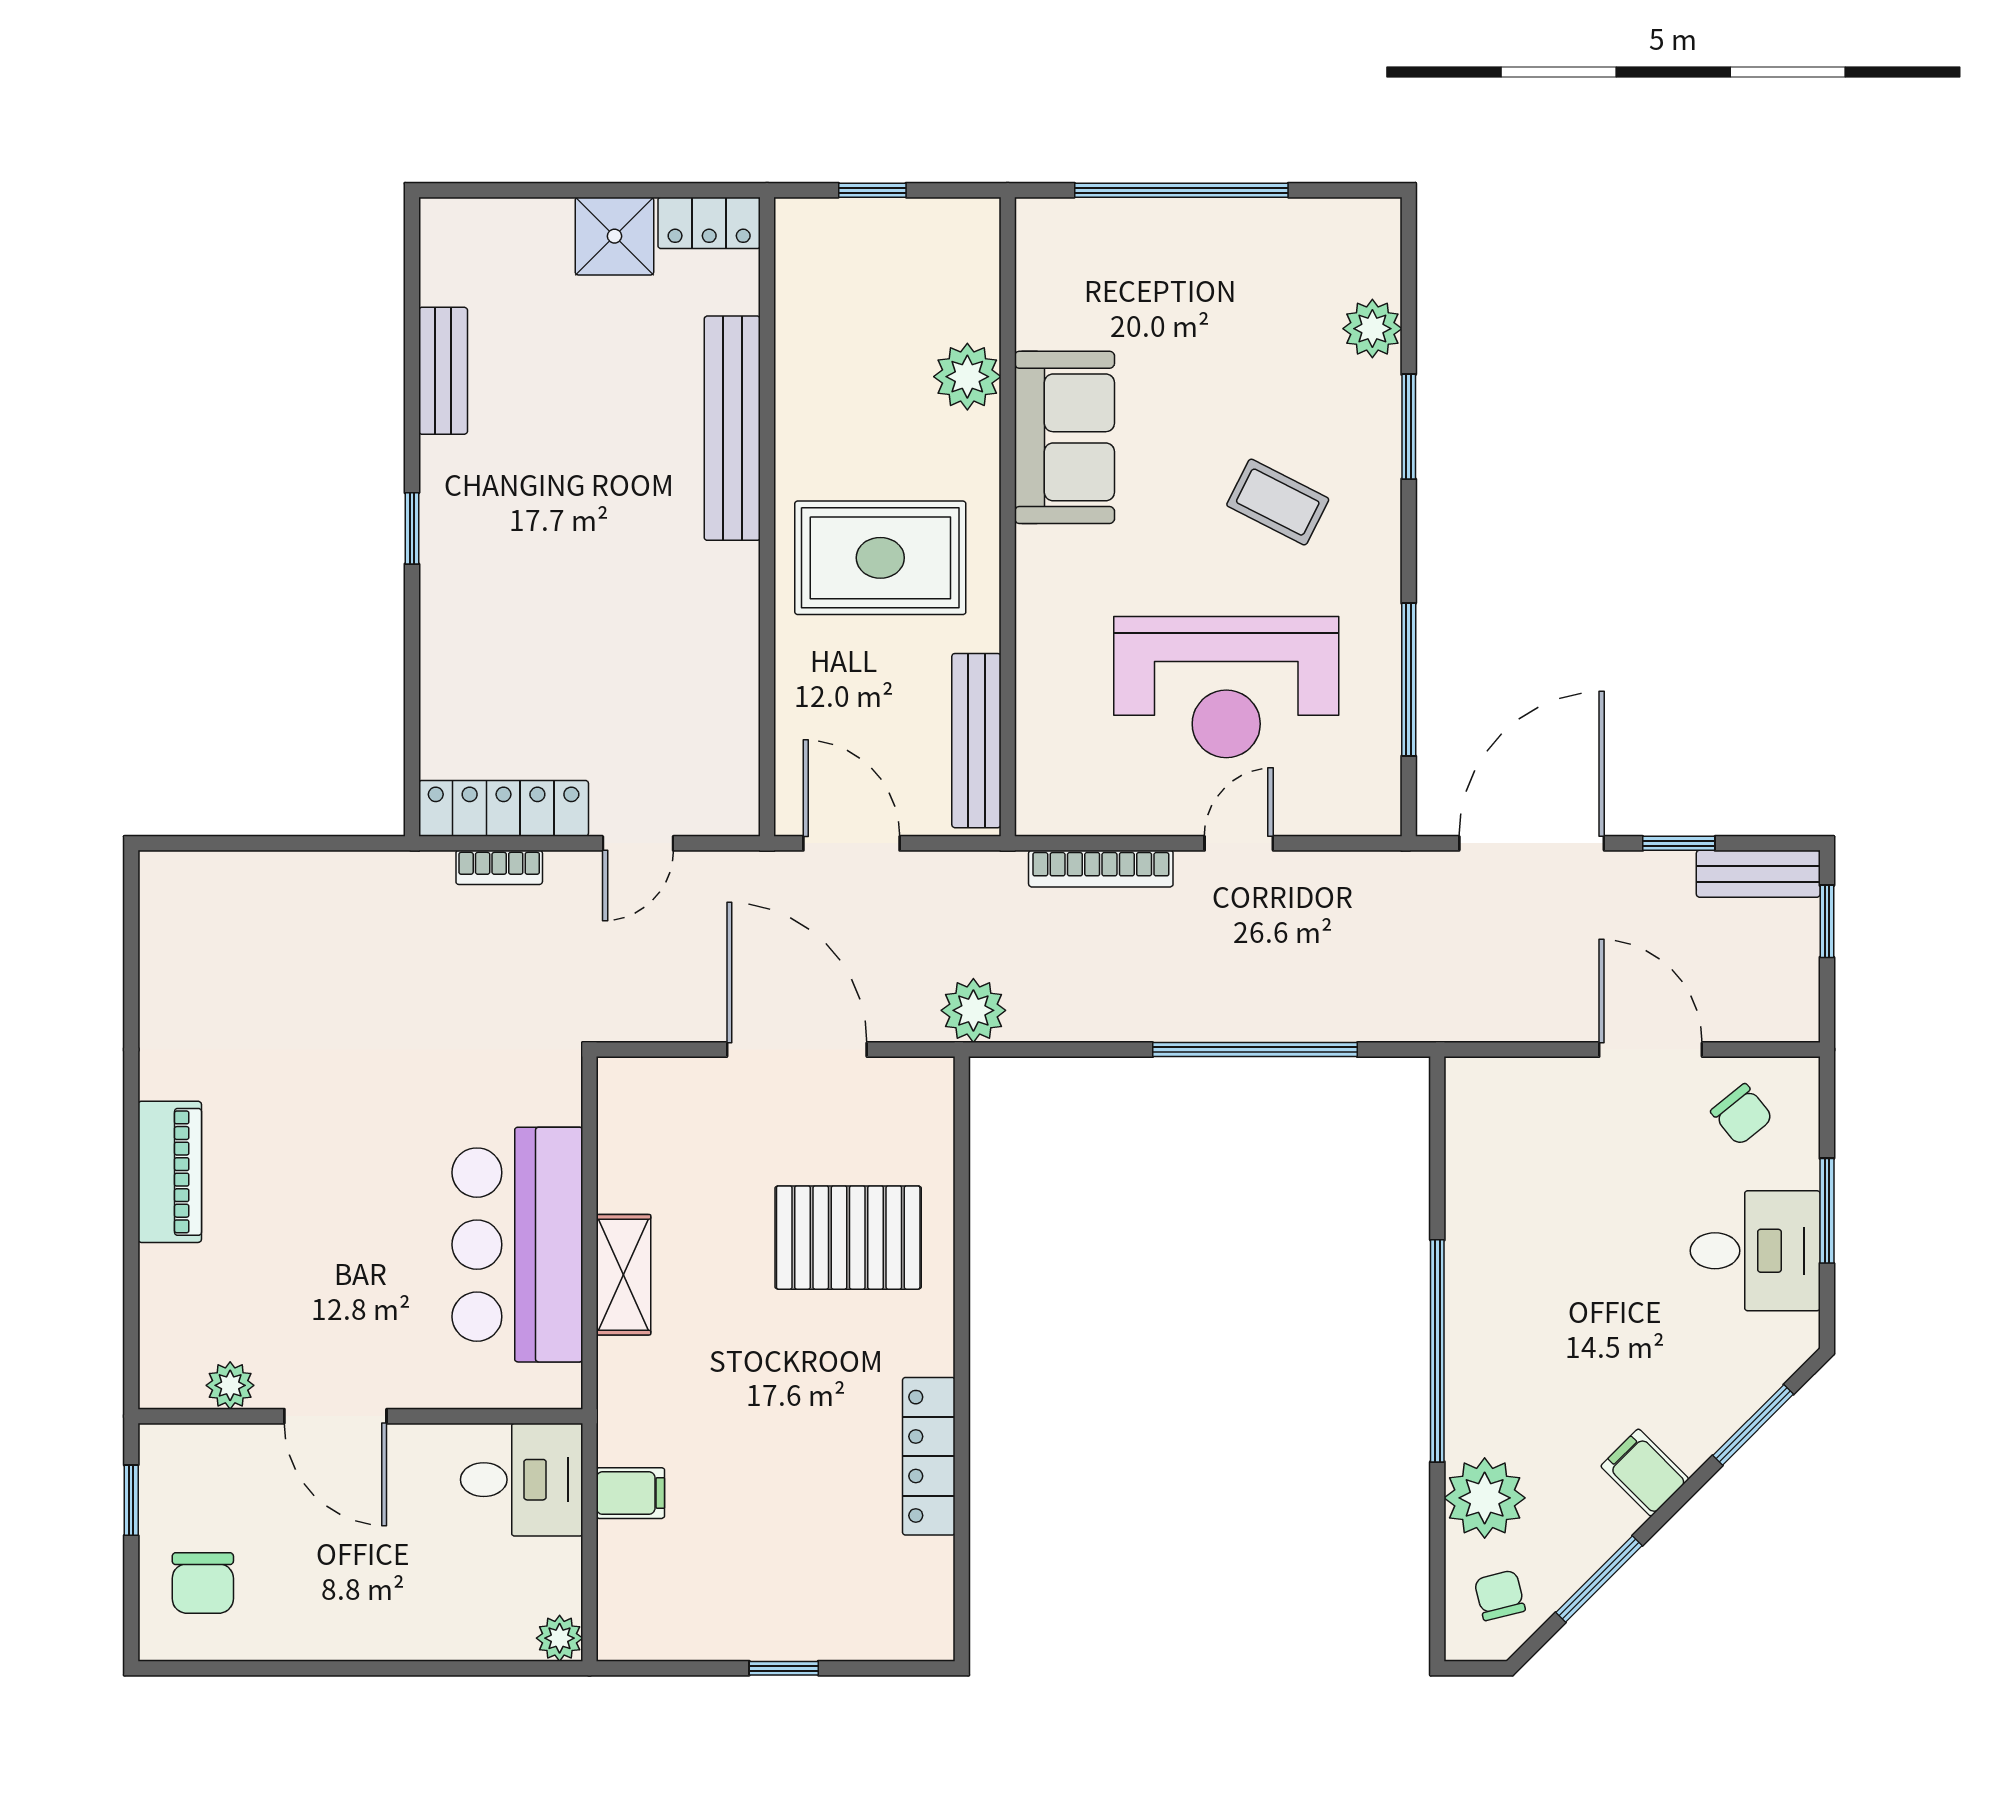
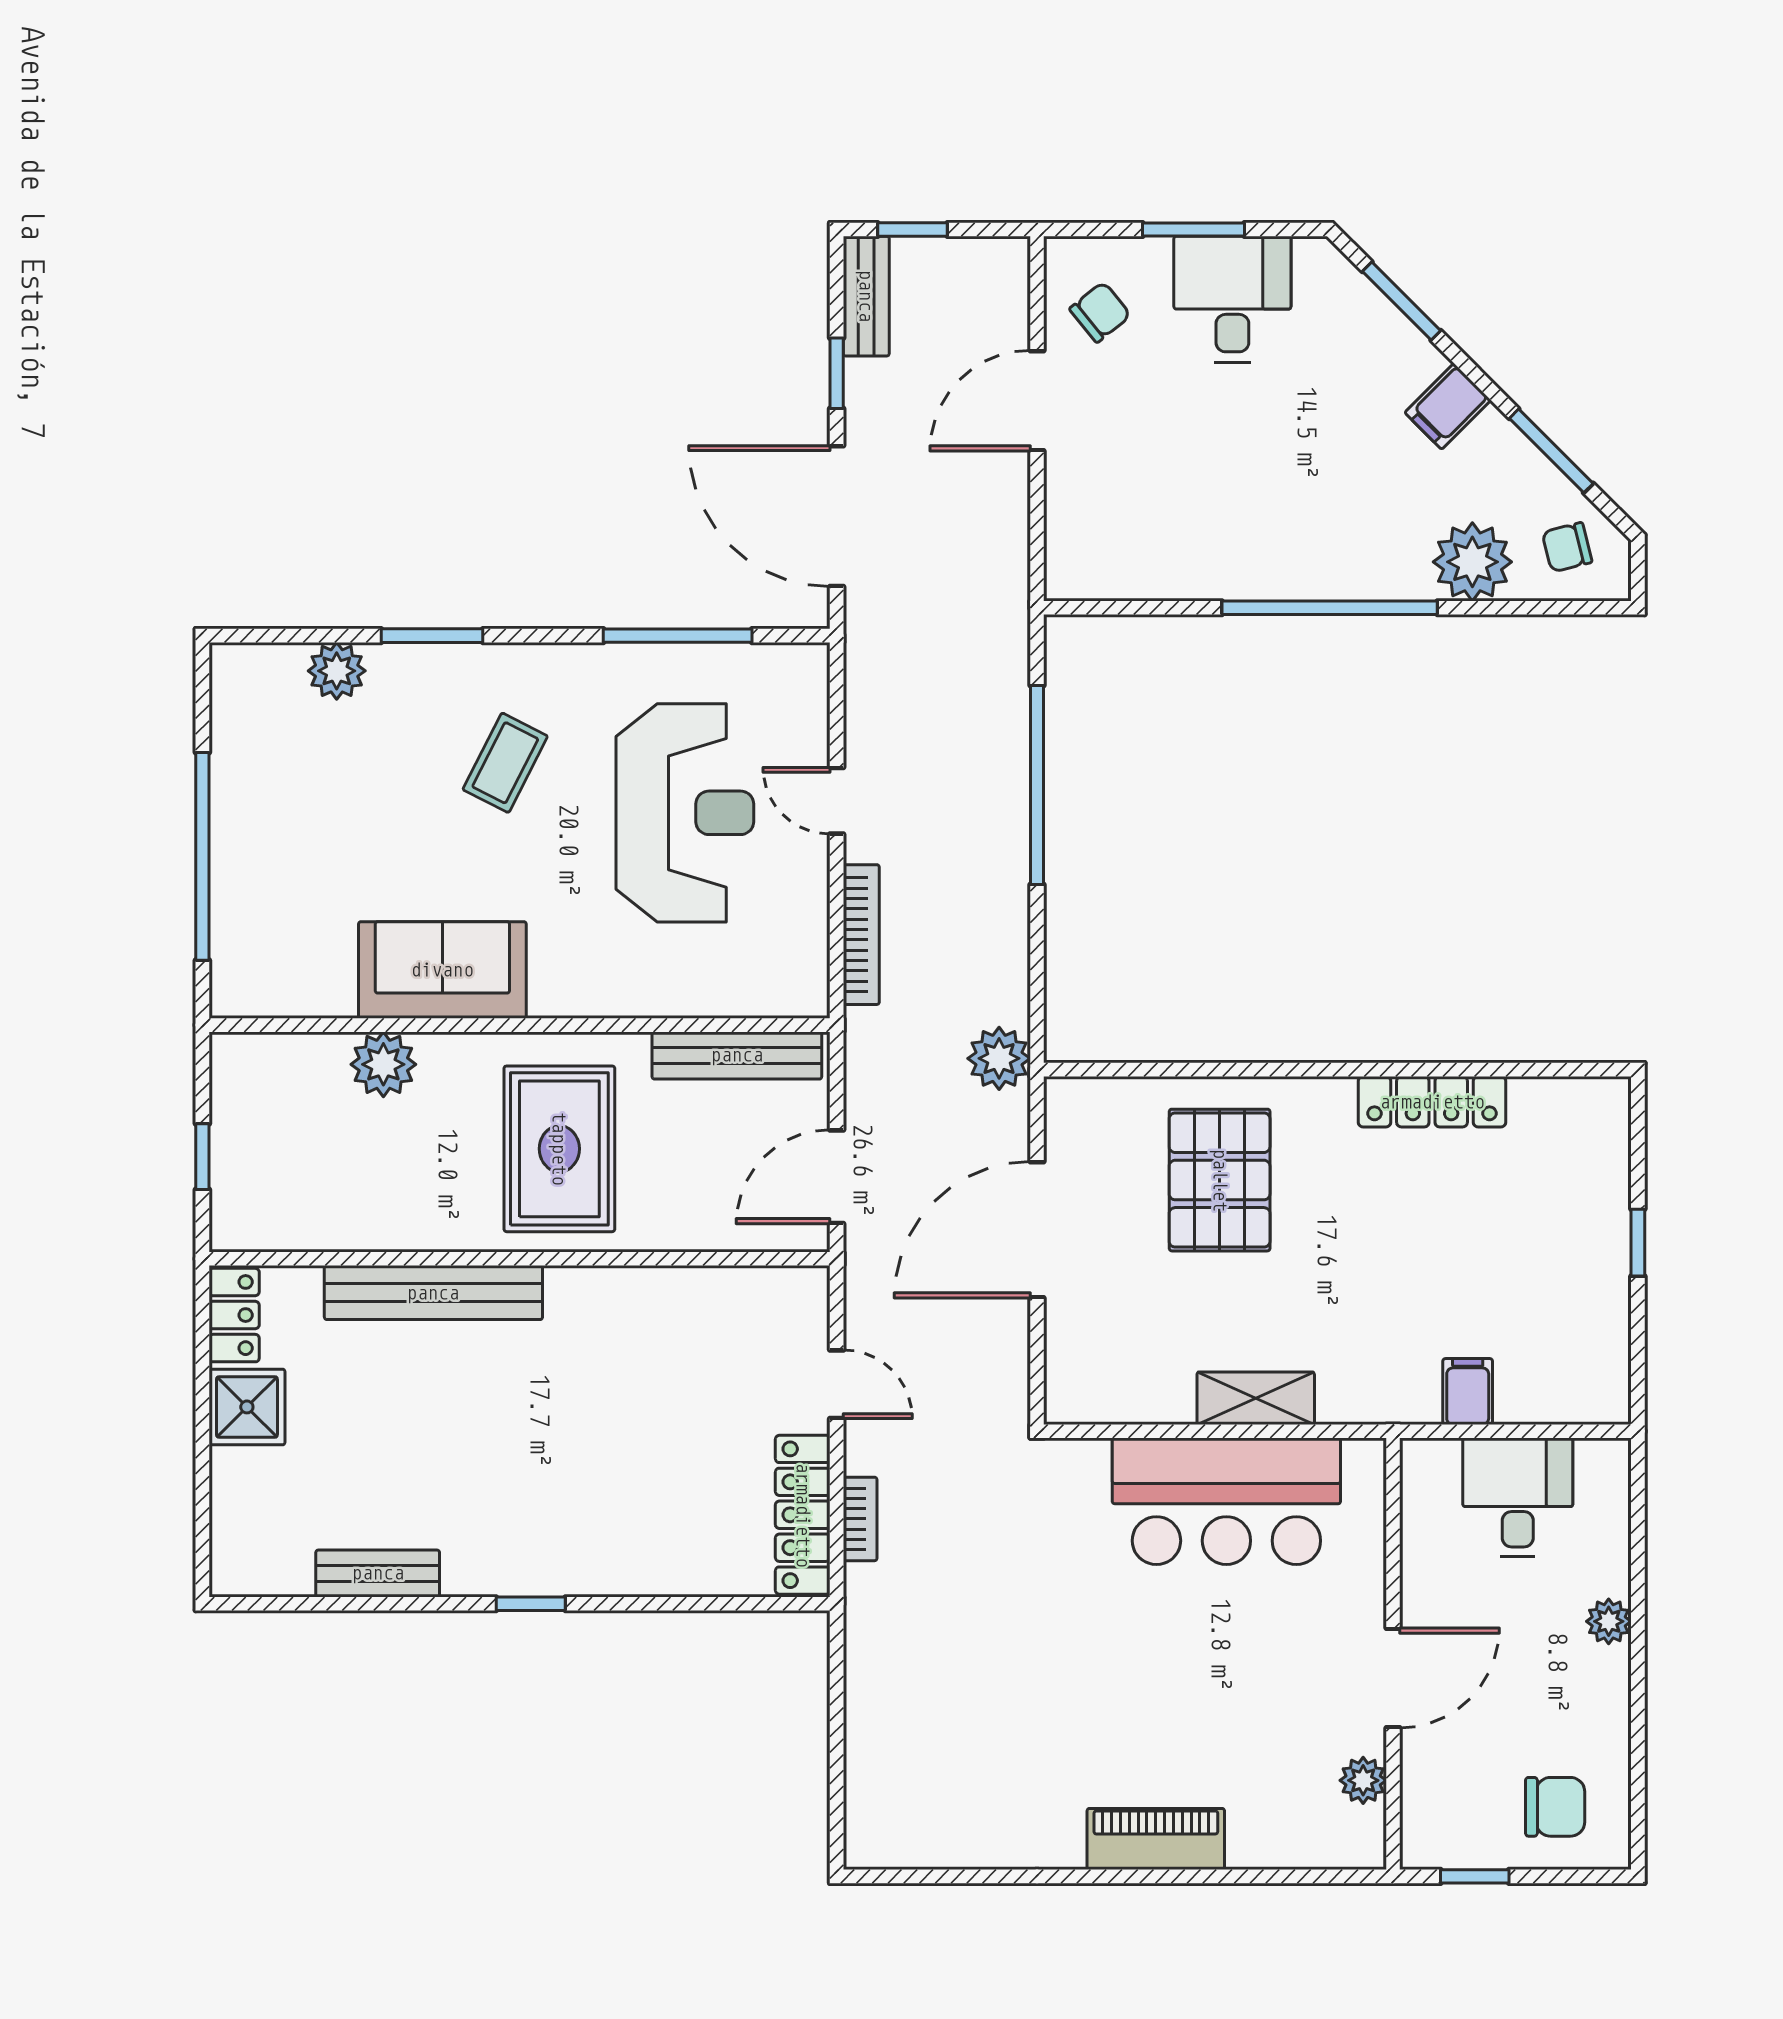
desk: (522, 1480) -> (1518, 1497), moved
plant: (560, 1638) -> (1609, 1621), moved

